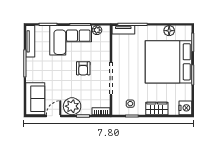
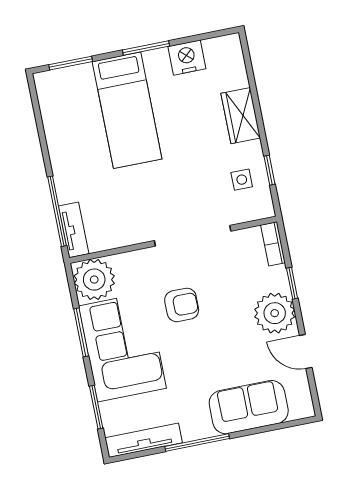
plant: (97, 30) -> (94, 280), width x1.87, depth x1.87
floor lamp: (169, 31) -> (54, 123), removed
bed: (168, 62) -> (127, 110), width x0.49
sofa: (35, 99) -> (249, 407), moved
nightstand: (185, 108) -> (187, 58), moved

